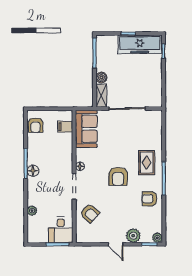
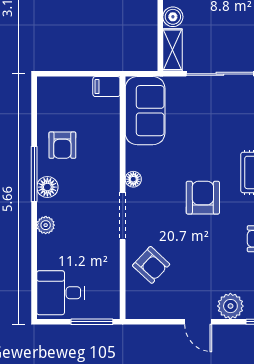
armchair: (36, 125) -> (62, 145), moved
filing cabinet: (65, 127) -> (106, 87), moved
armchair: (118, 176) -> (203, 198), turned 180
plant: (32, 211) -> (46, 225), moved
desk: (61, 230) -> (61, 293), moved, turned 90

